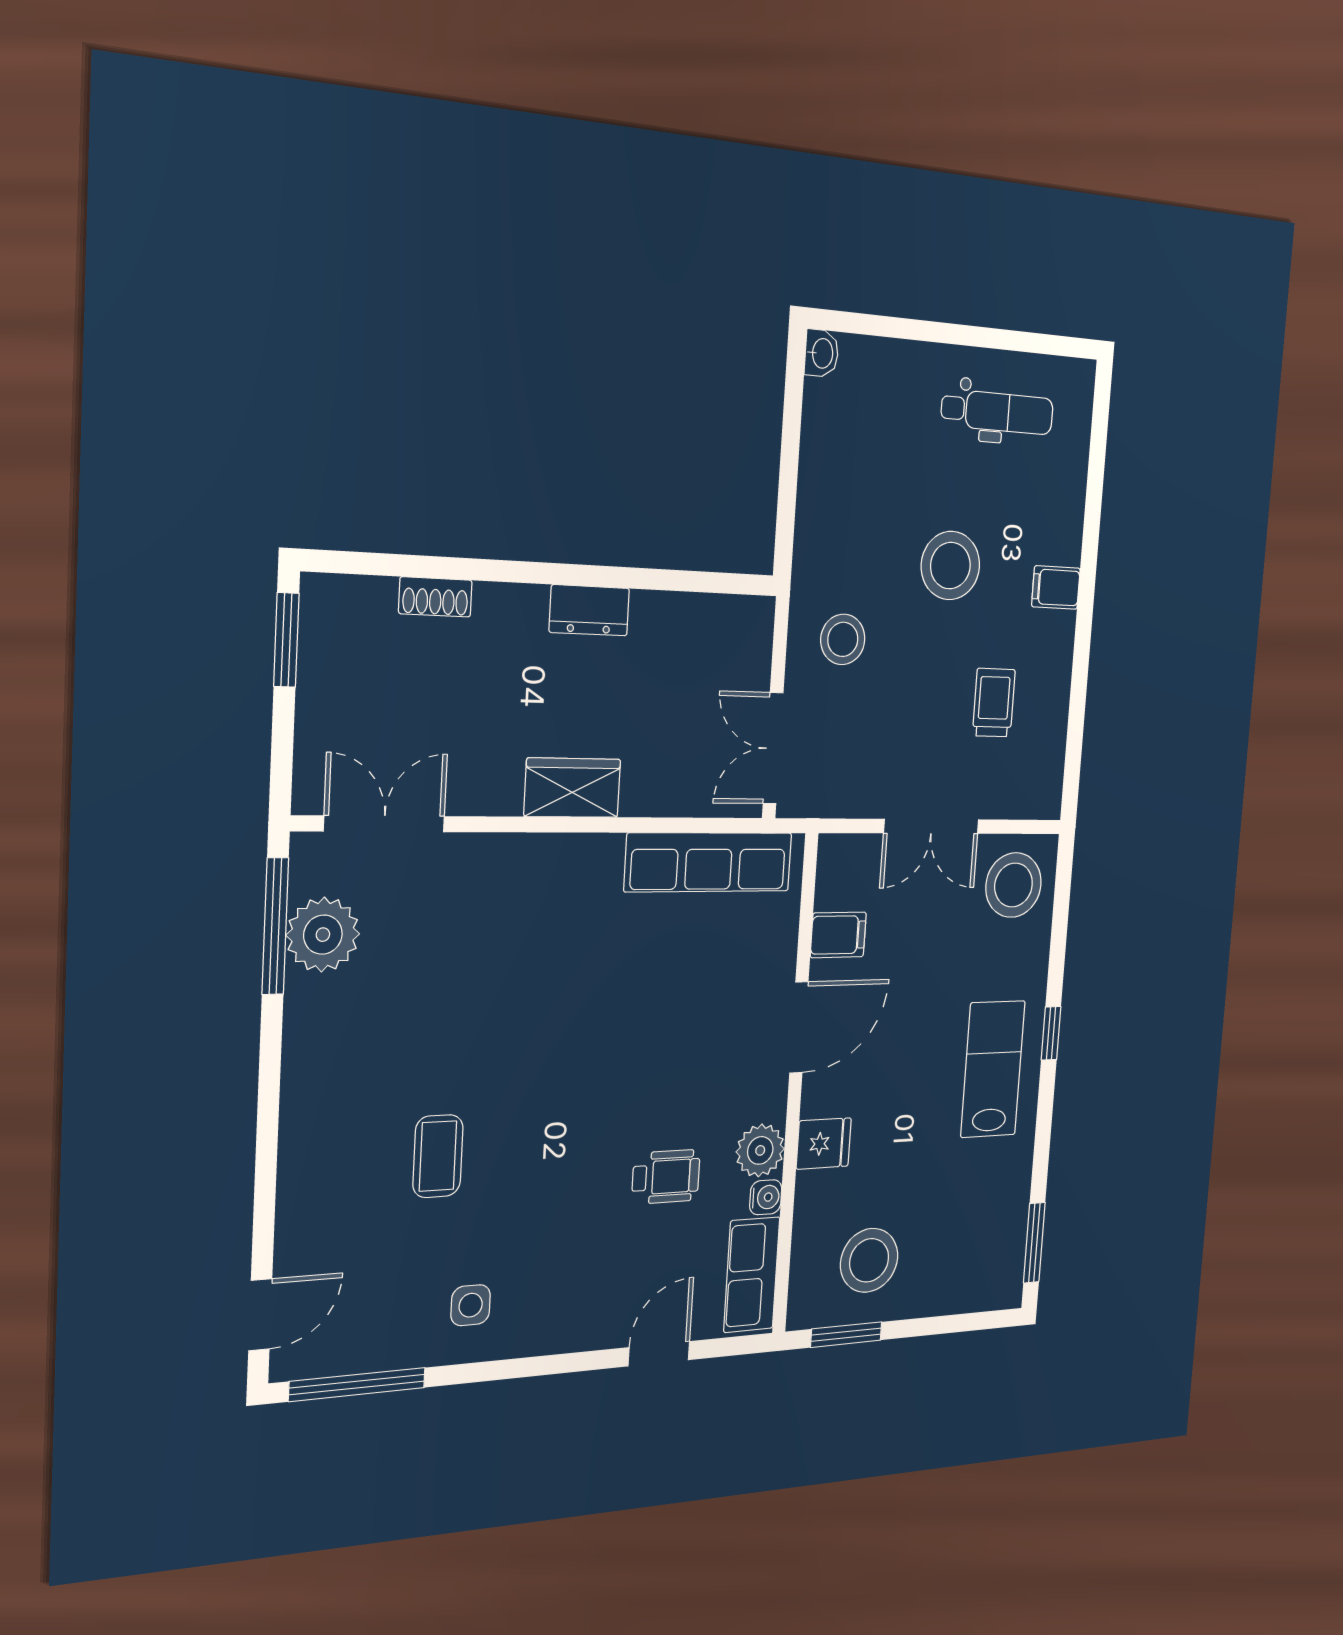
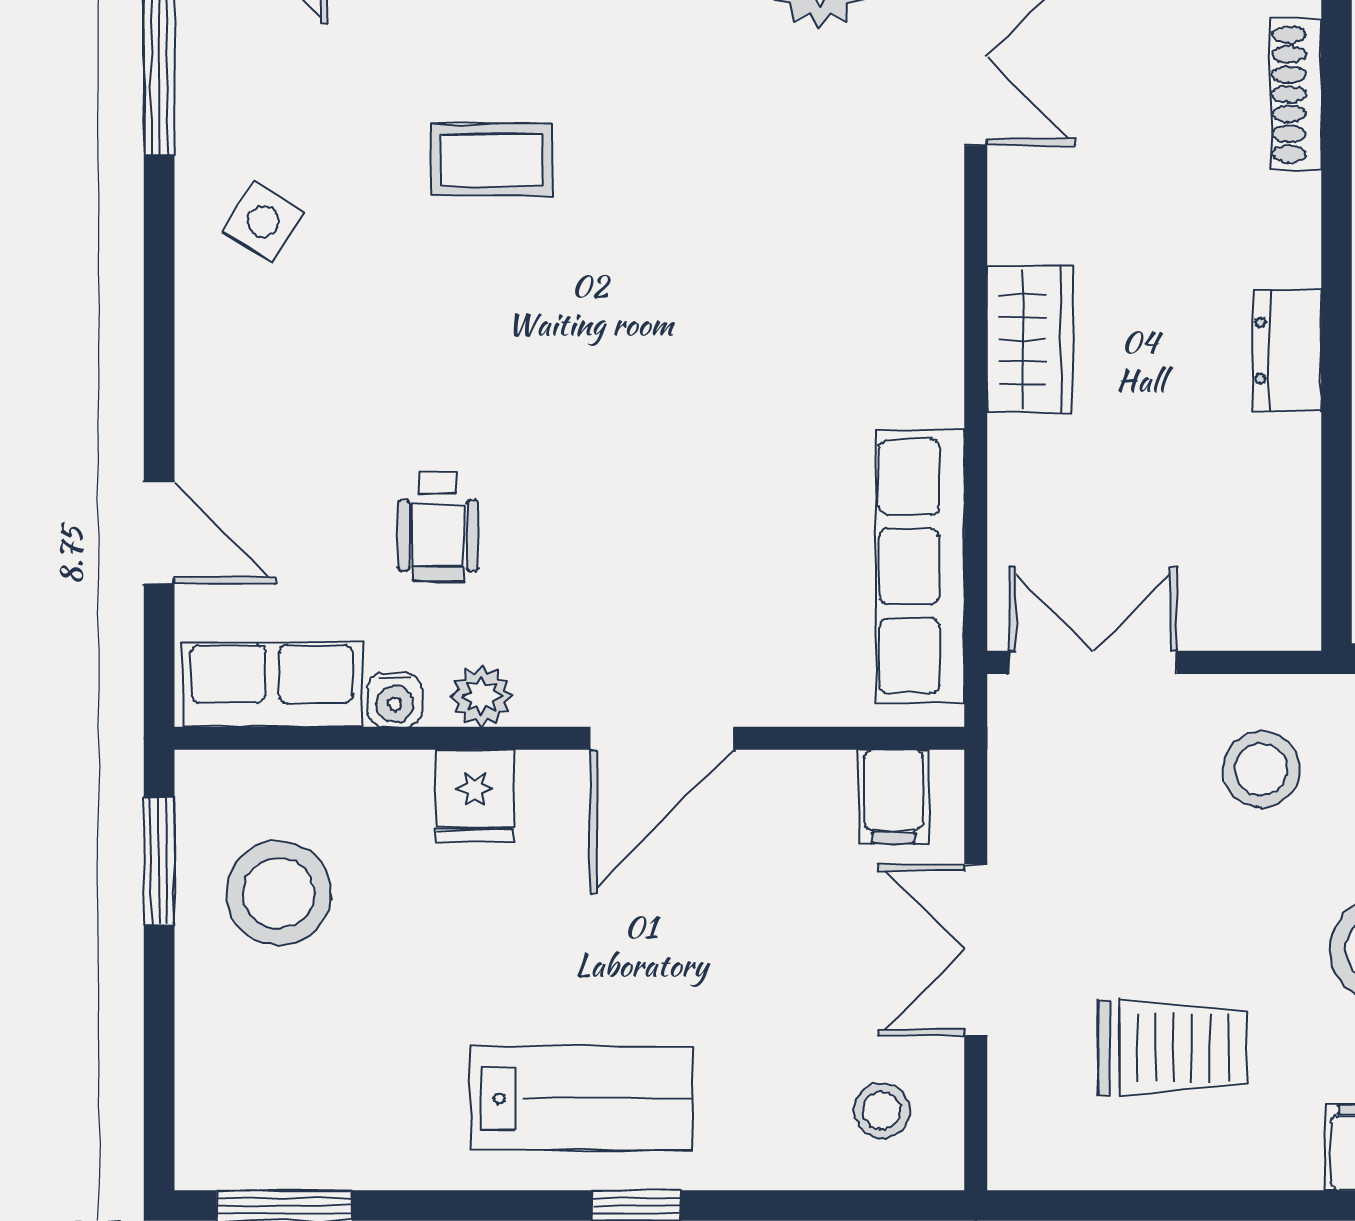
shoe rack: (435, 597) -> (1296, 94), width x1.43
trolley: (994, 703) -> (1173, 1048), width x1.36, depth x1.39
stool: (1014, 885) -> (882, 1111), width x0.53, depth x0.53
filing cabinet: (838, 935) -> (894, 797), moved
door: (799, 1027) -> (662, 738), hinge flipped
plant: (760, 1150) -> (482, 696), width x0.73, depth x0.73
side table: (471, 1305) -> (263, 222), turned 31

